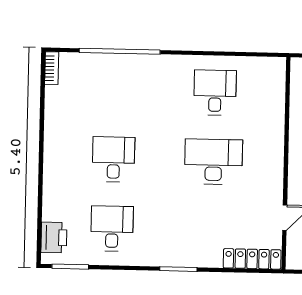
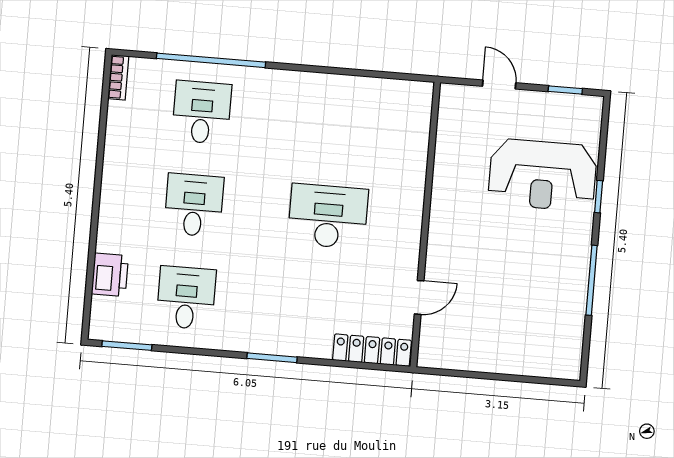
desk: (215, 93) -> (202, 112), moved
printer: (54, 238) -> (110, 275), moved

